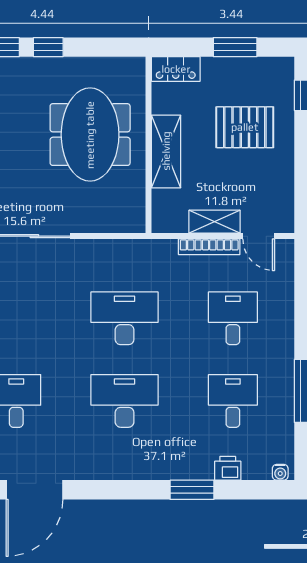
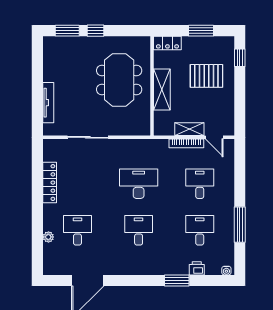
desk: (125, 401) -> (139, 230), width x0.73

